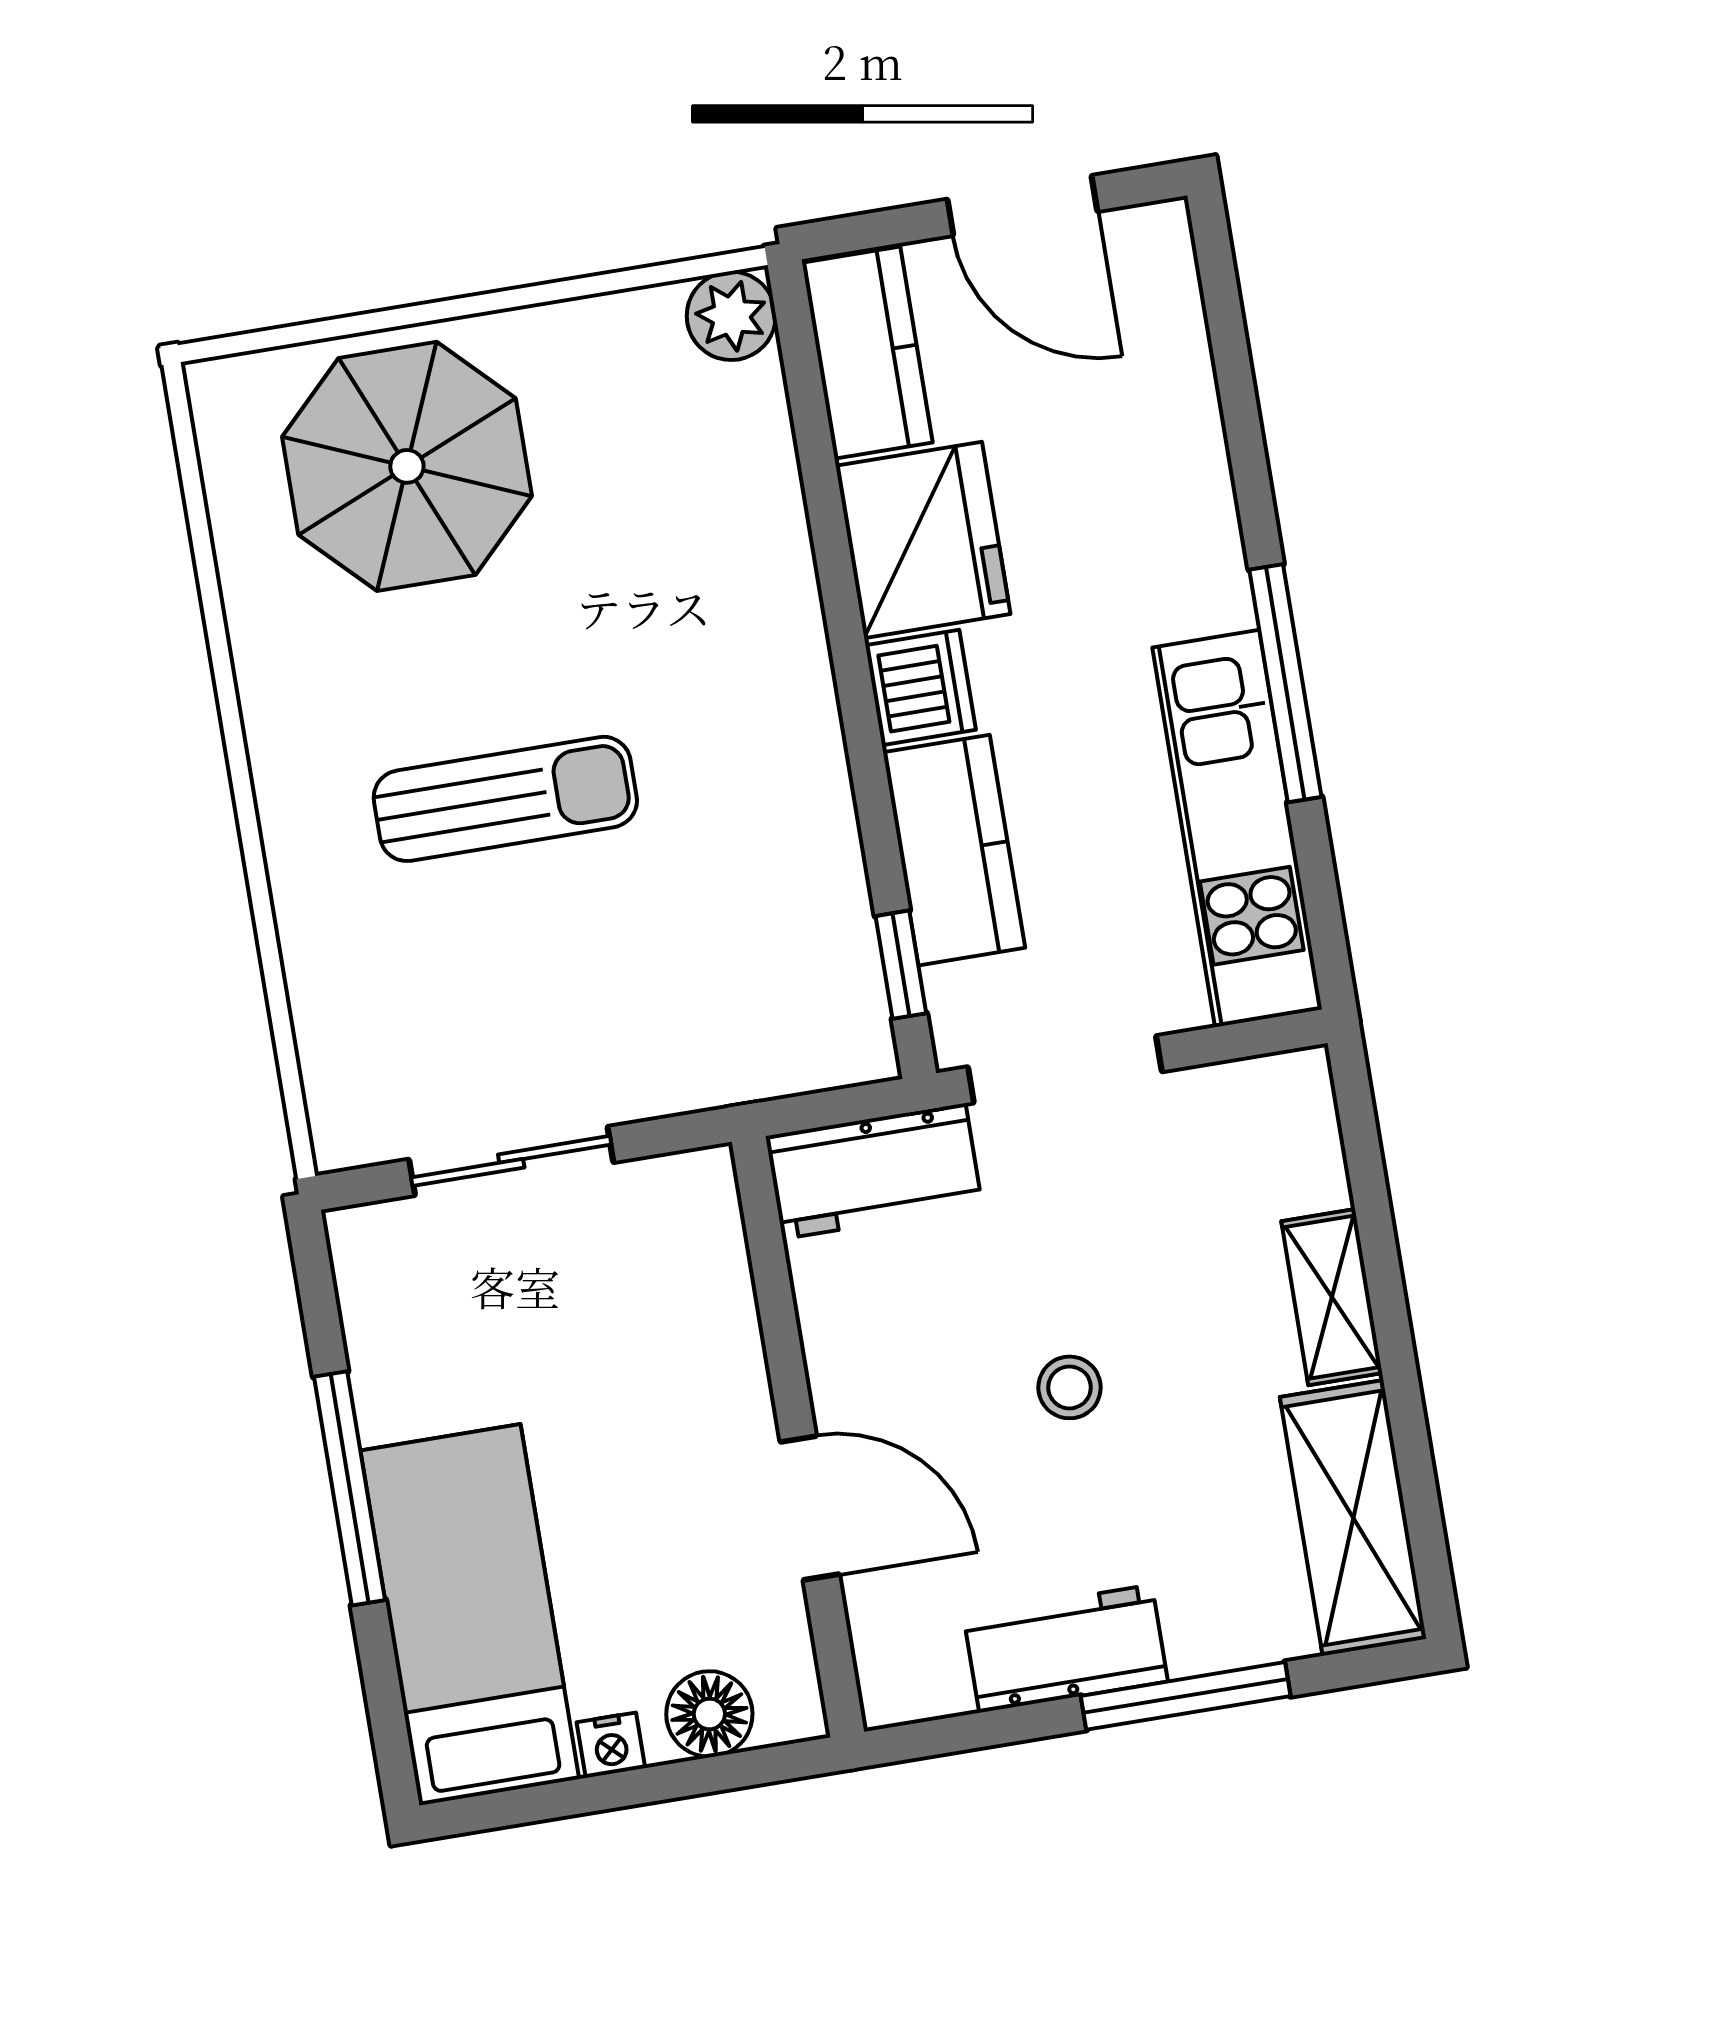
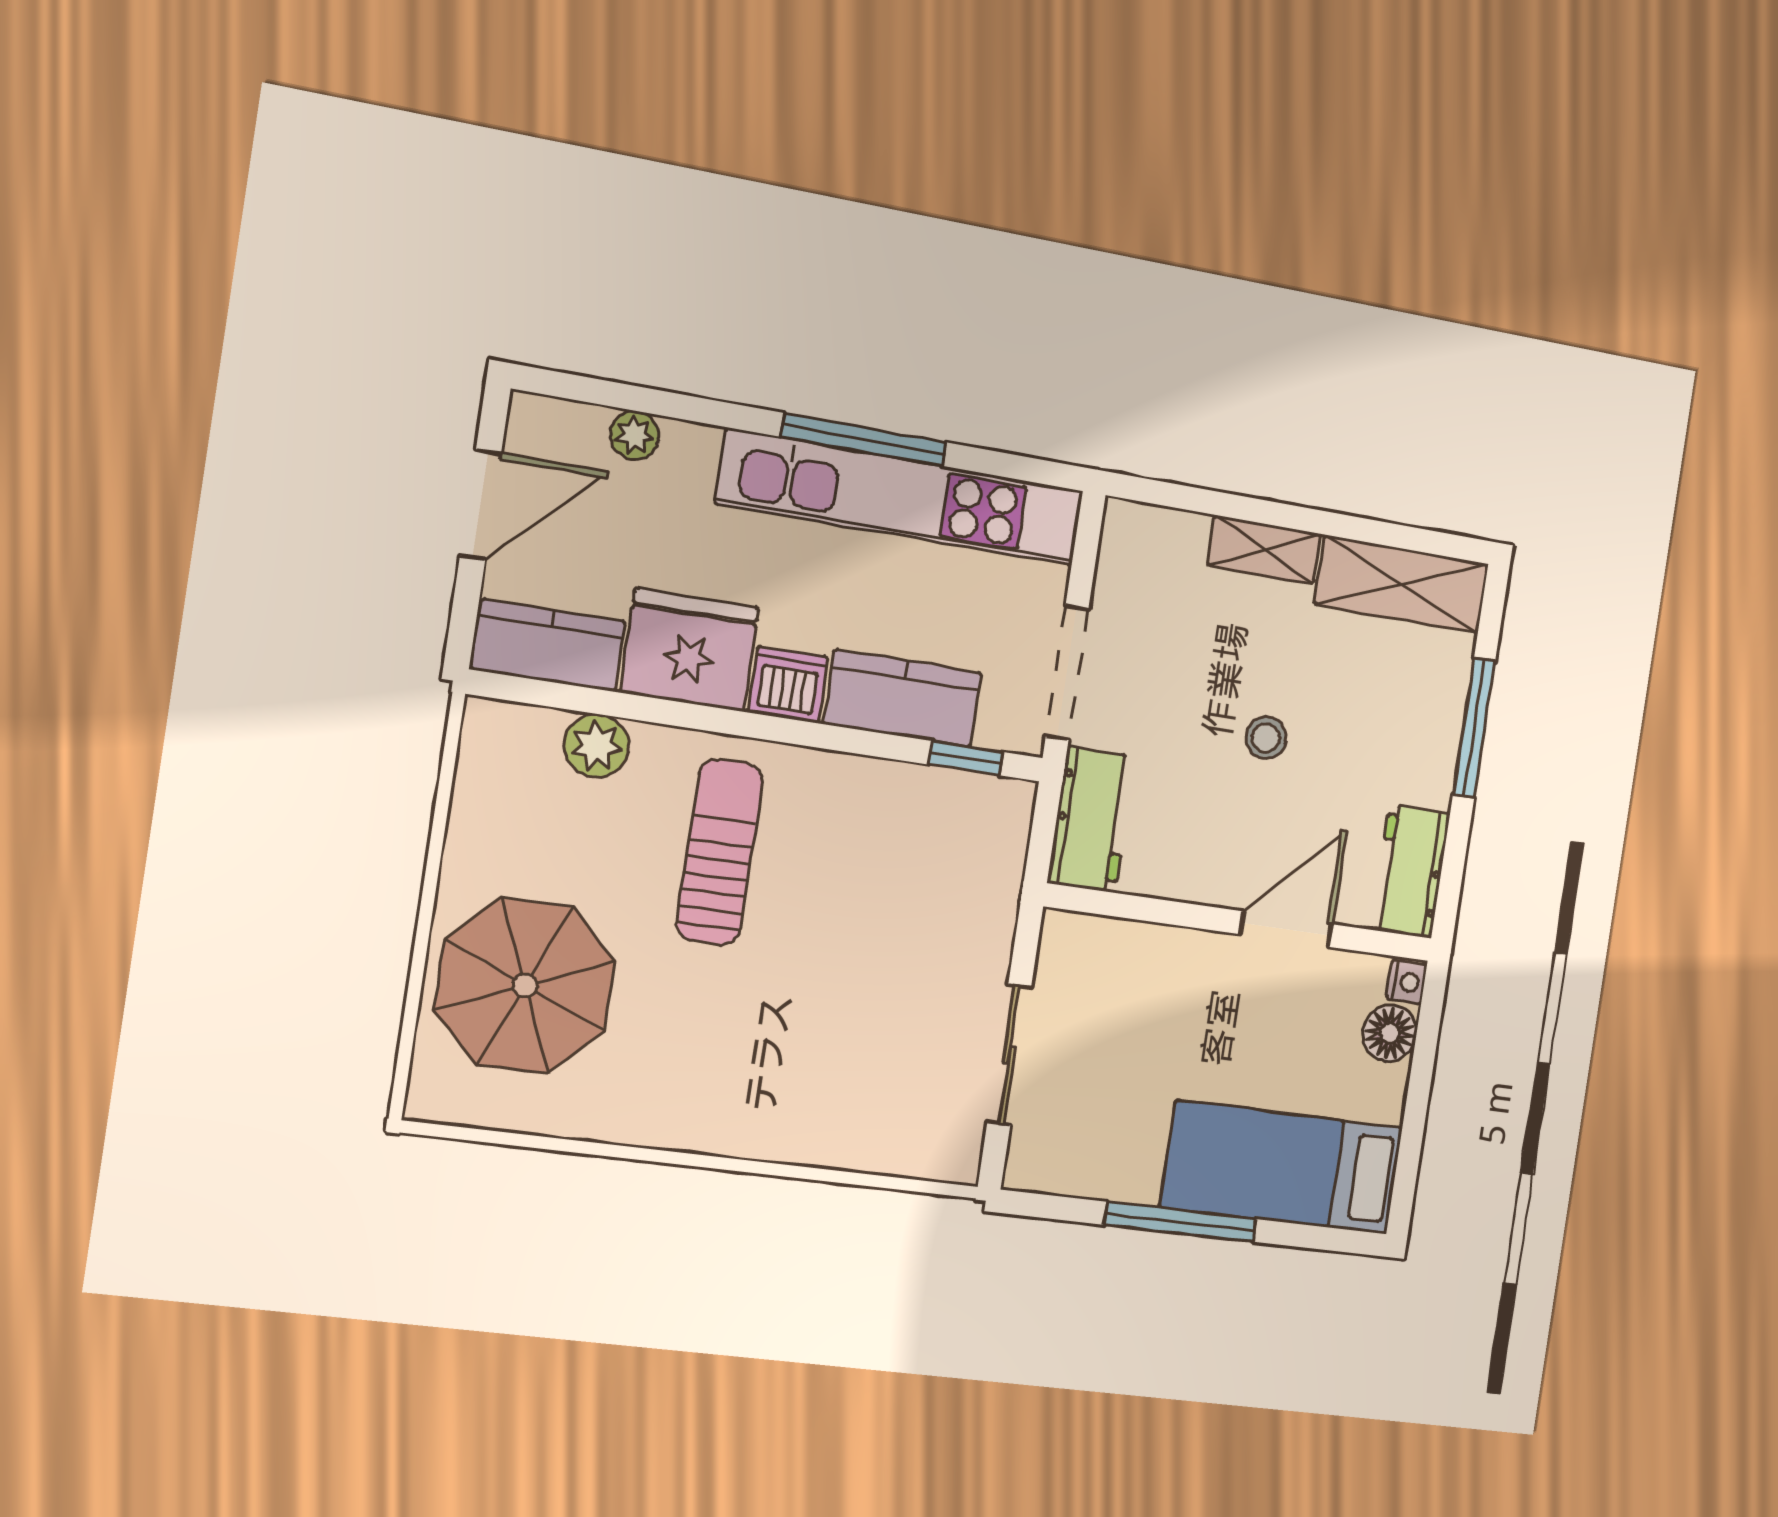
plant: (731, 316) -> (597, 746), moved
plant: (1183, 375) -> (634, 435), added
sun lounger: (505, 799) -> (720, 852), moved
kitchen unit: (1237, 828) -> (901, 497), width x1.36
workbench: (1066, 1649) -> (1410, 871), moved
nightstand: (611, 1745) -> (1407, 982), moved

